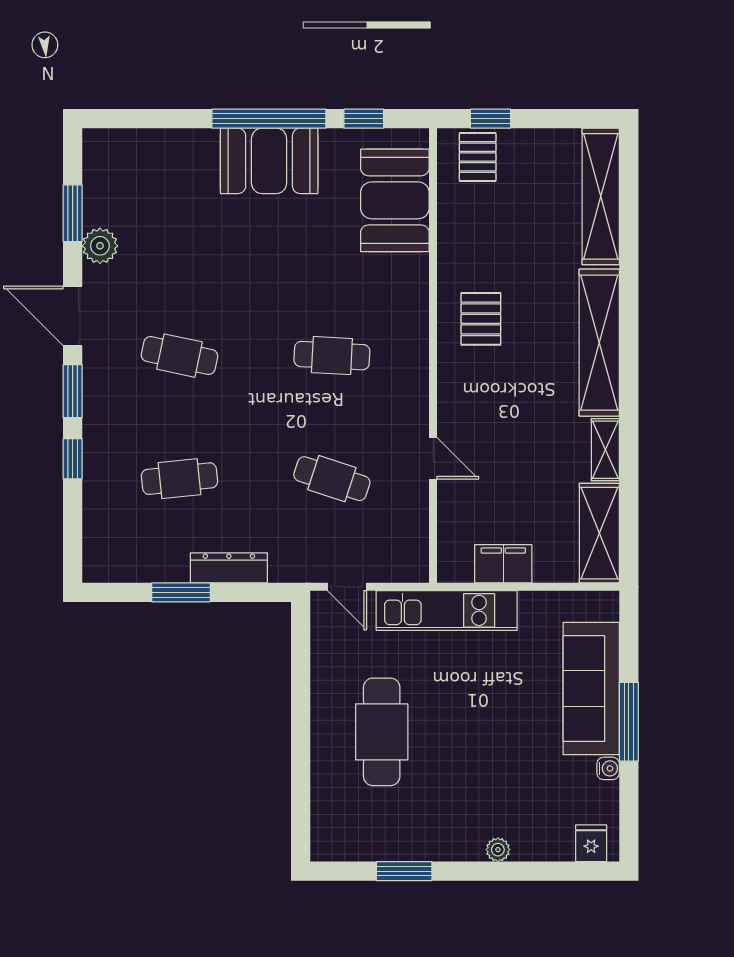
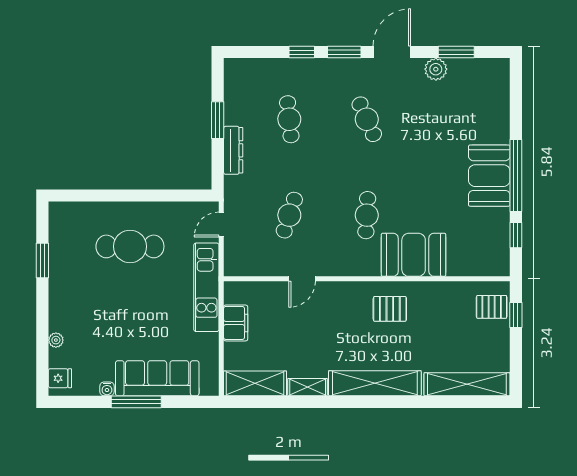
booth: (395, 200) -> (414, 255), moved
cafe table: (179, 356) -> (367, 119), turned -36
plant: (498, 850) -> (56, 340), moved

